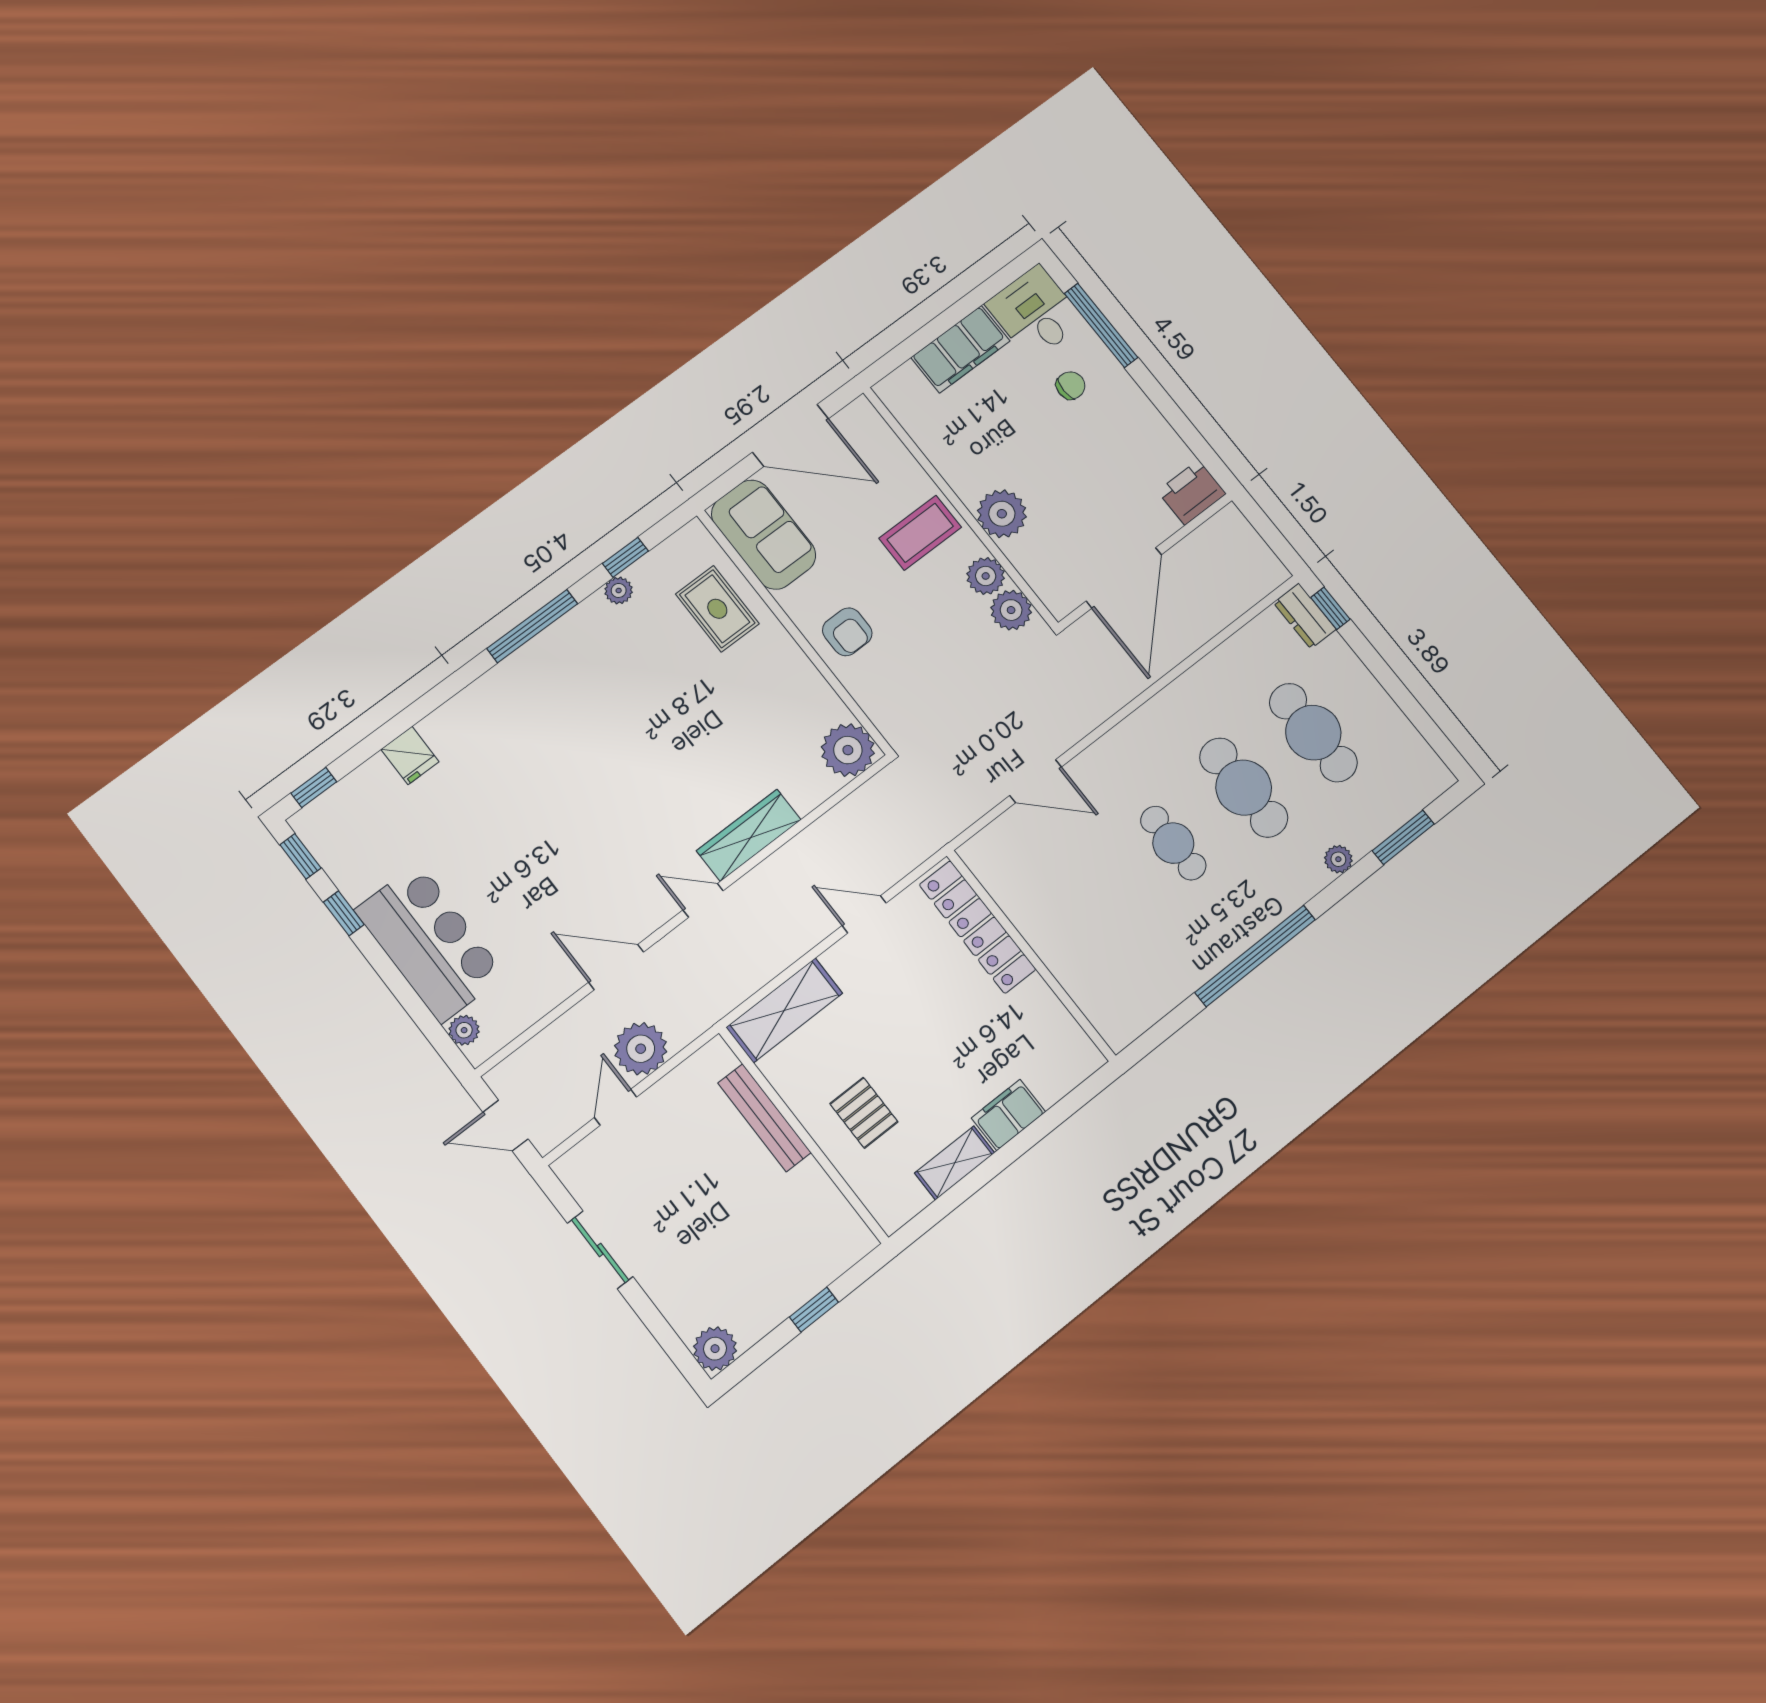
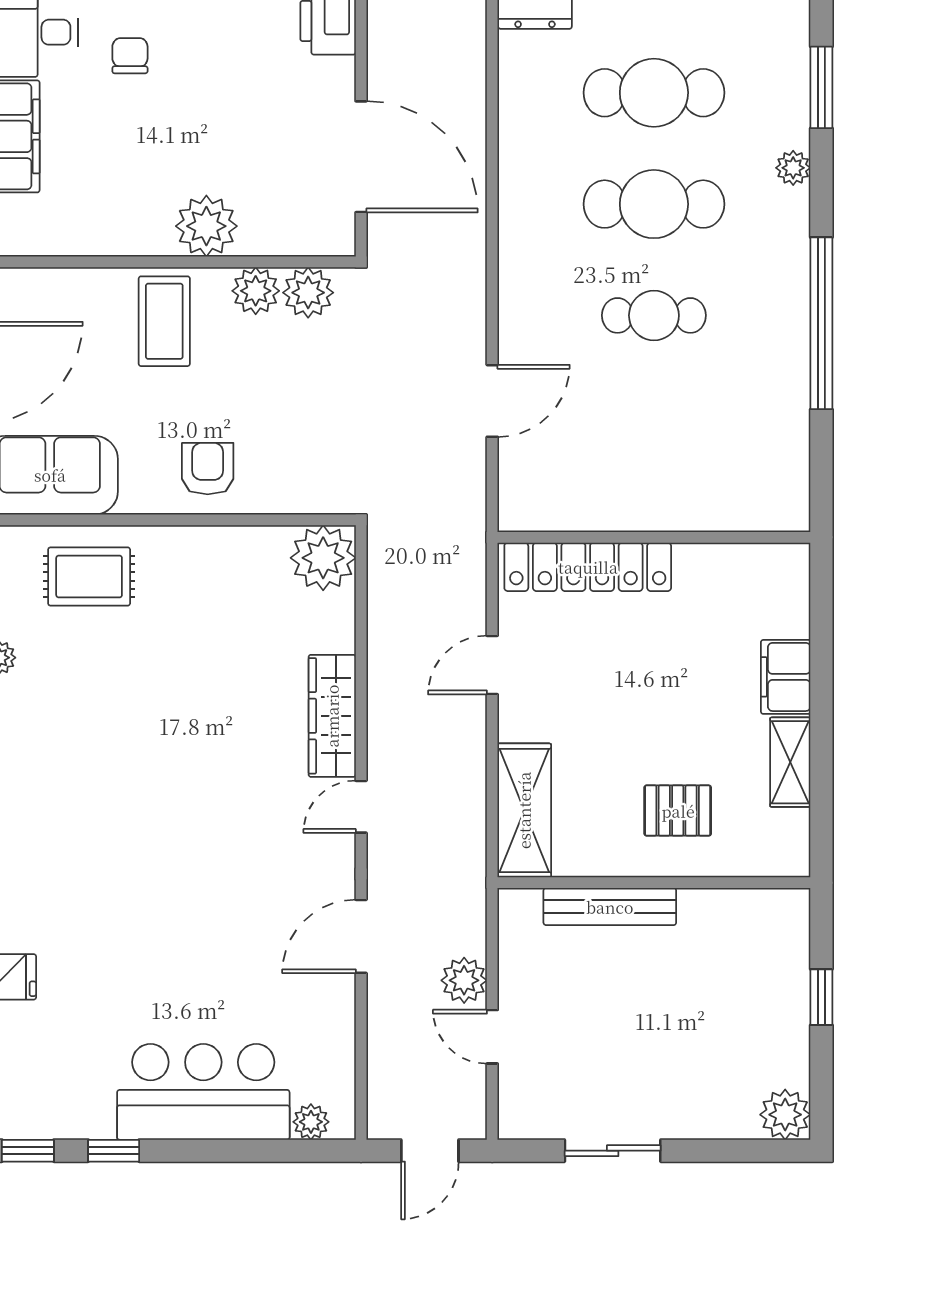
armchair: (847, 632) -> (208, 469), turned -90
plant: (641, 1049) -> (464, 980), width x0.73, depth x0.73

